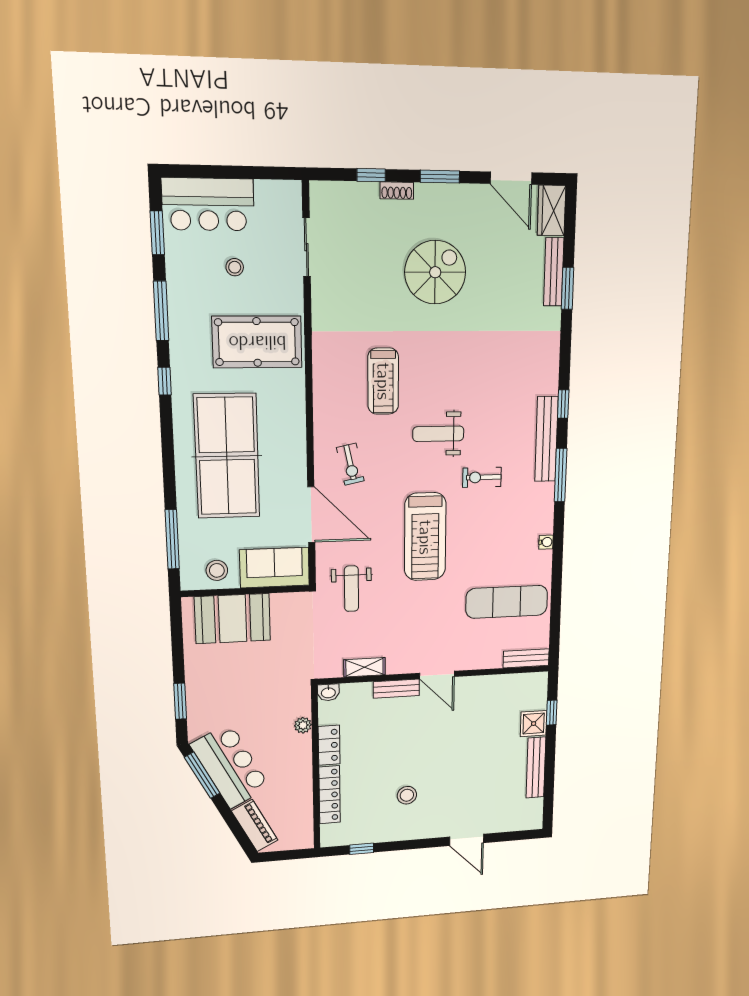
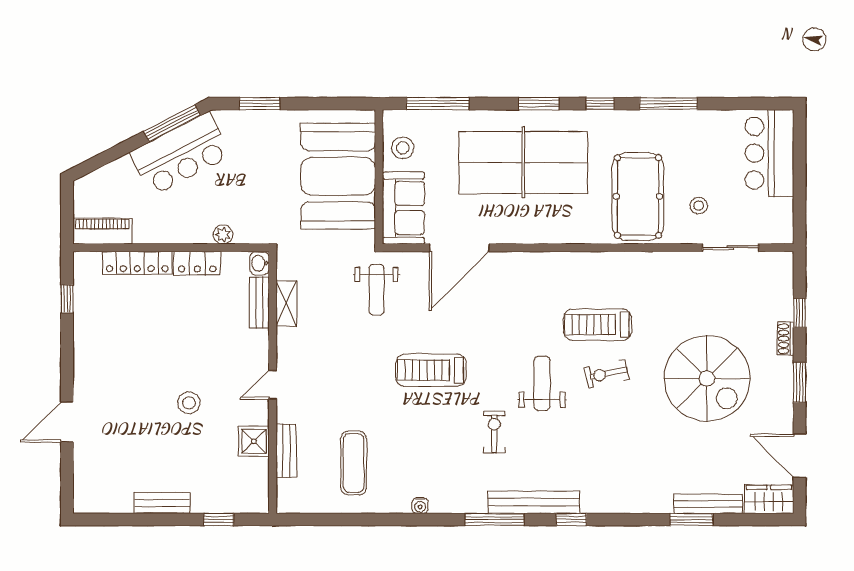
door: (511, 178) -> (800, 456), hinge flipped
window: (157, 233) -> (539, 104), moved
stool: (235, 267) -> (699, 206), moved
spiral stairs: (435, 272) -> (707, 378), width x1.37, depth x1.37
exercise bike: (350, 464) -> (607, 374), moved
treadmill: (425, 537) -> (431, 370), width x0.73, depth x0.73
weight bench: (351, 589) -> (377, 290), turned -90
exercise mat: (507, 602) -> (354, 463), width x0.73, depth x0.69
booth: (232, 619) -> (338, 176), width x1.36, depth x1.42
bench: (526, 658) -> (286, 451), moved
door: (437, 675) -> (273, 385), width x0.73
bench: (396, 689) -> (259, 303), moved
shower: (534, 724) -> (254, 441), moved
bench: (536, 767) -> (162, 503), width x0.73
stool: (407, 795) -> (189, 403), moved
piano: (255, 826) -> (102, 231), moved, turned -153

